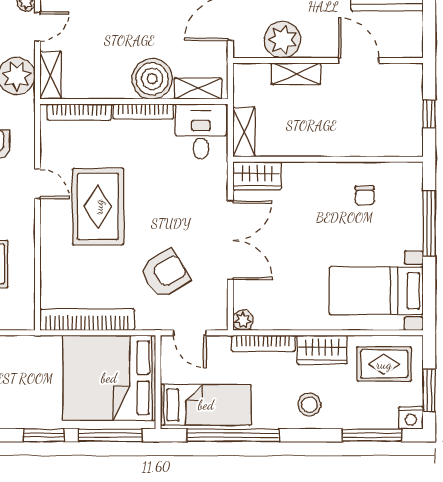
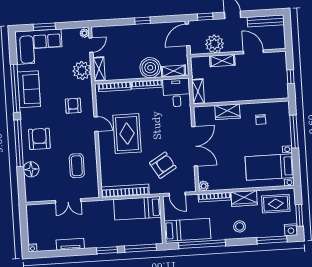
wardrobe: (257, 176) -> (227, 112), moved
bed: (109, 378) -> (137, 208), width x0.49

